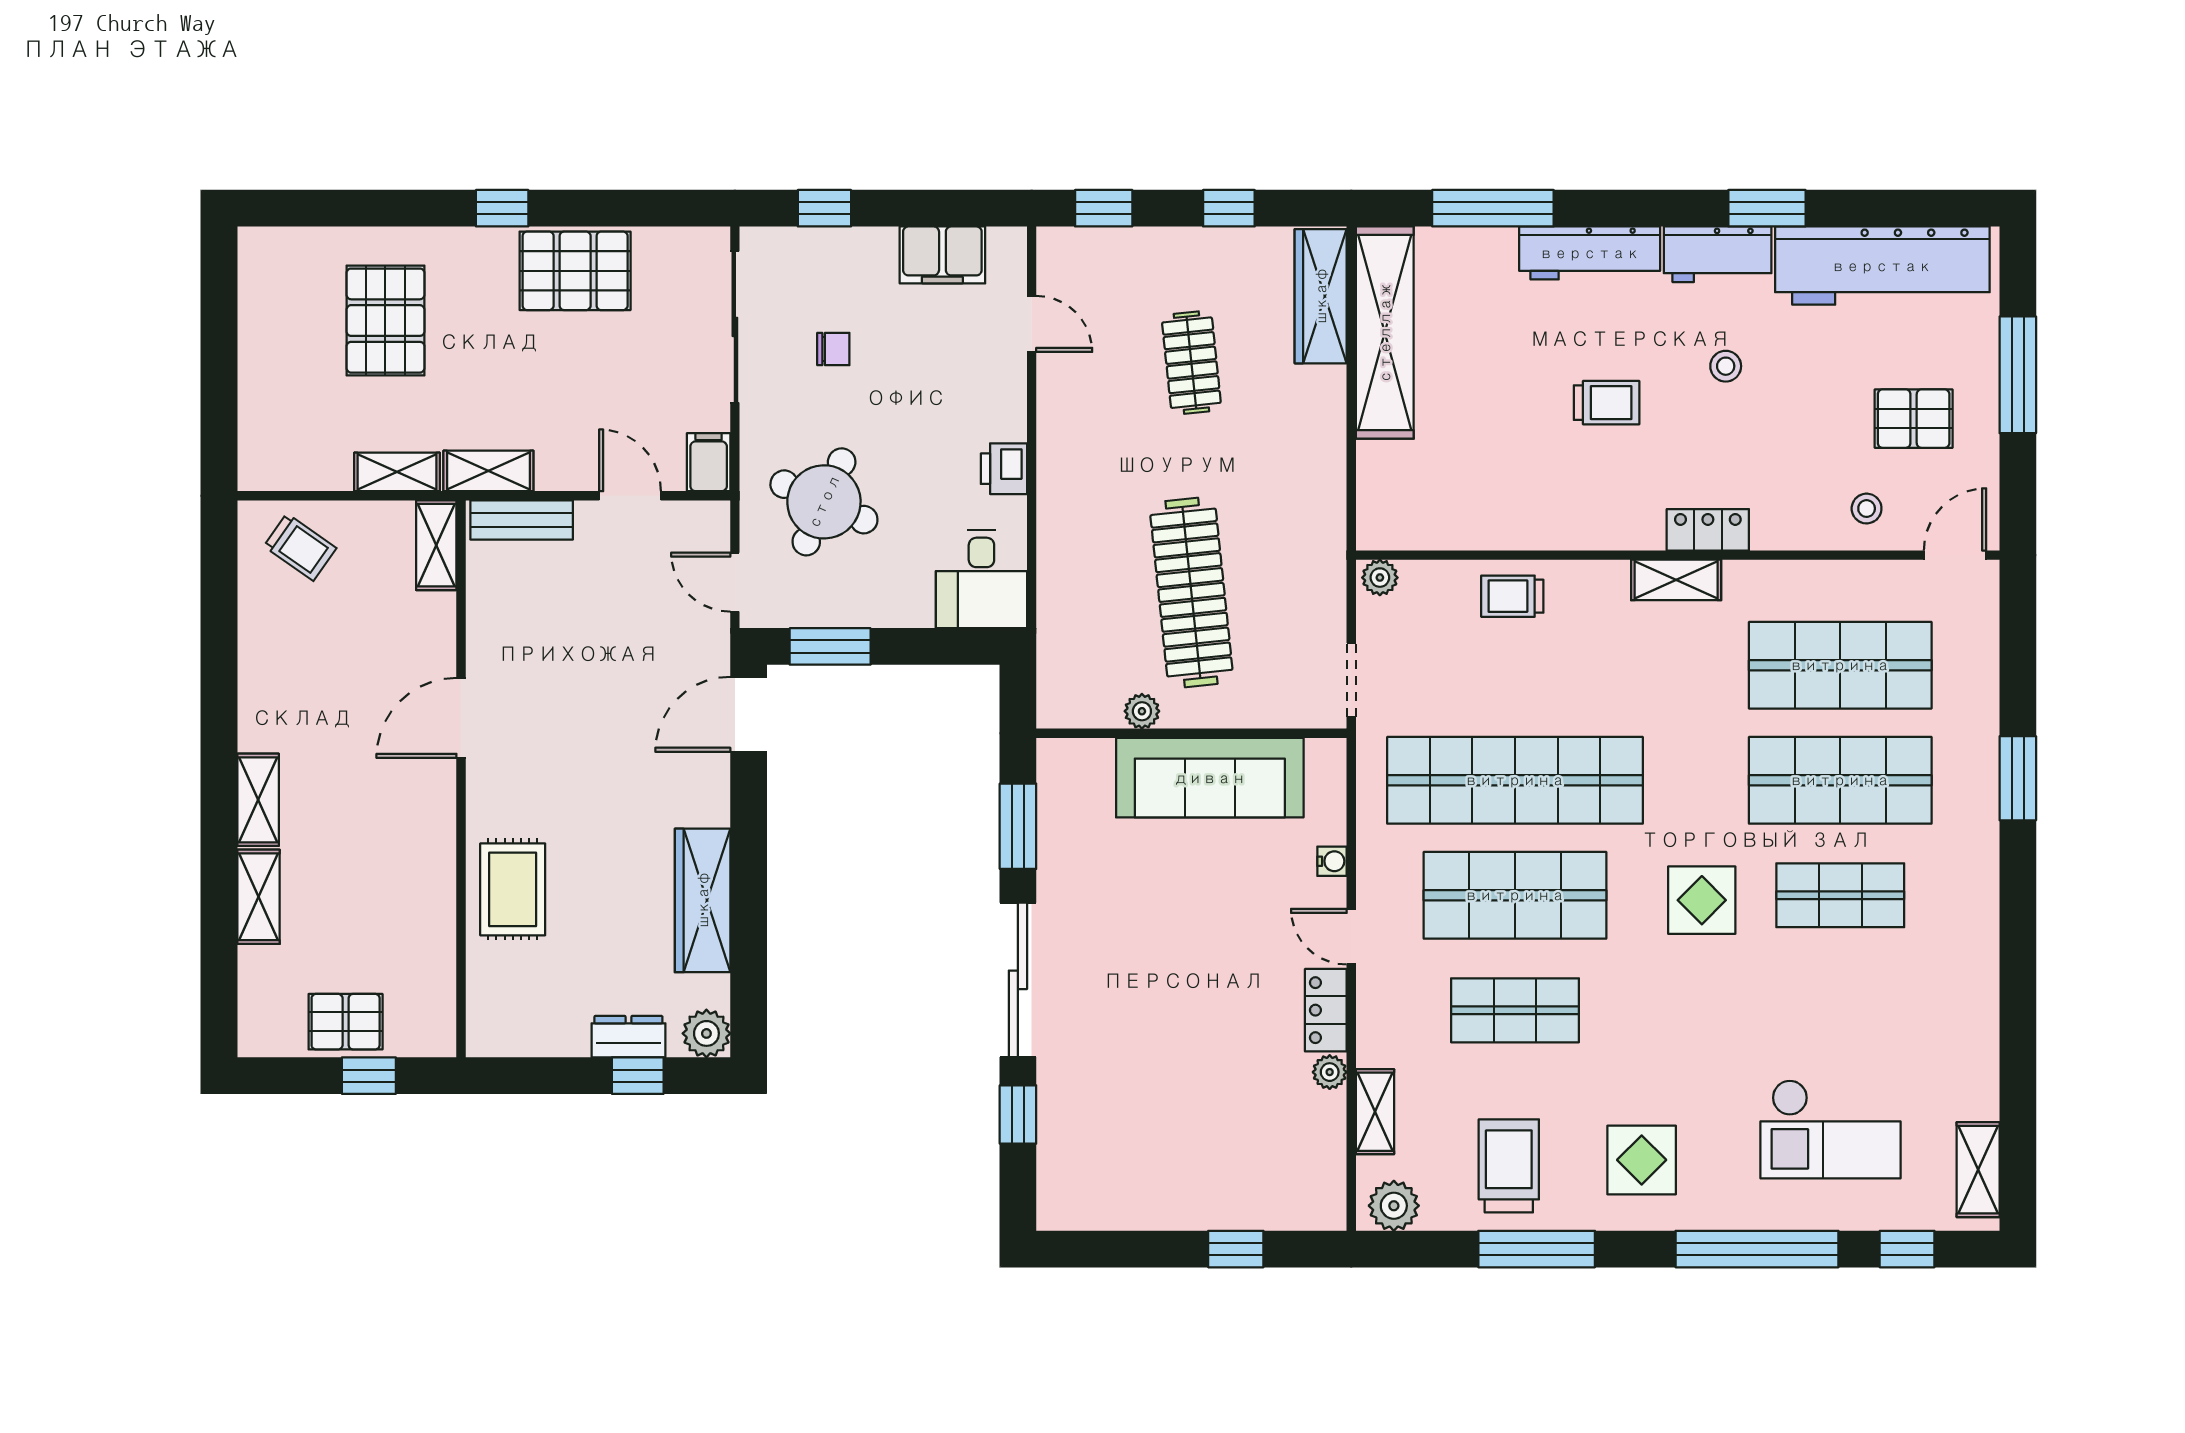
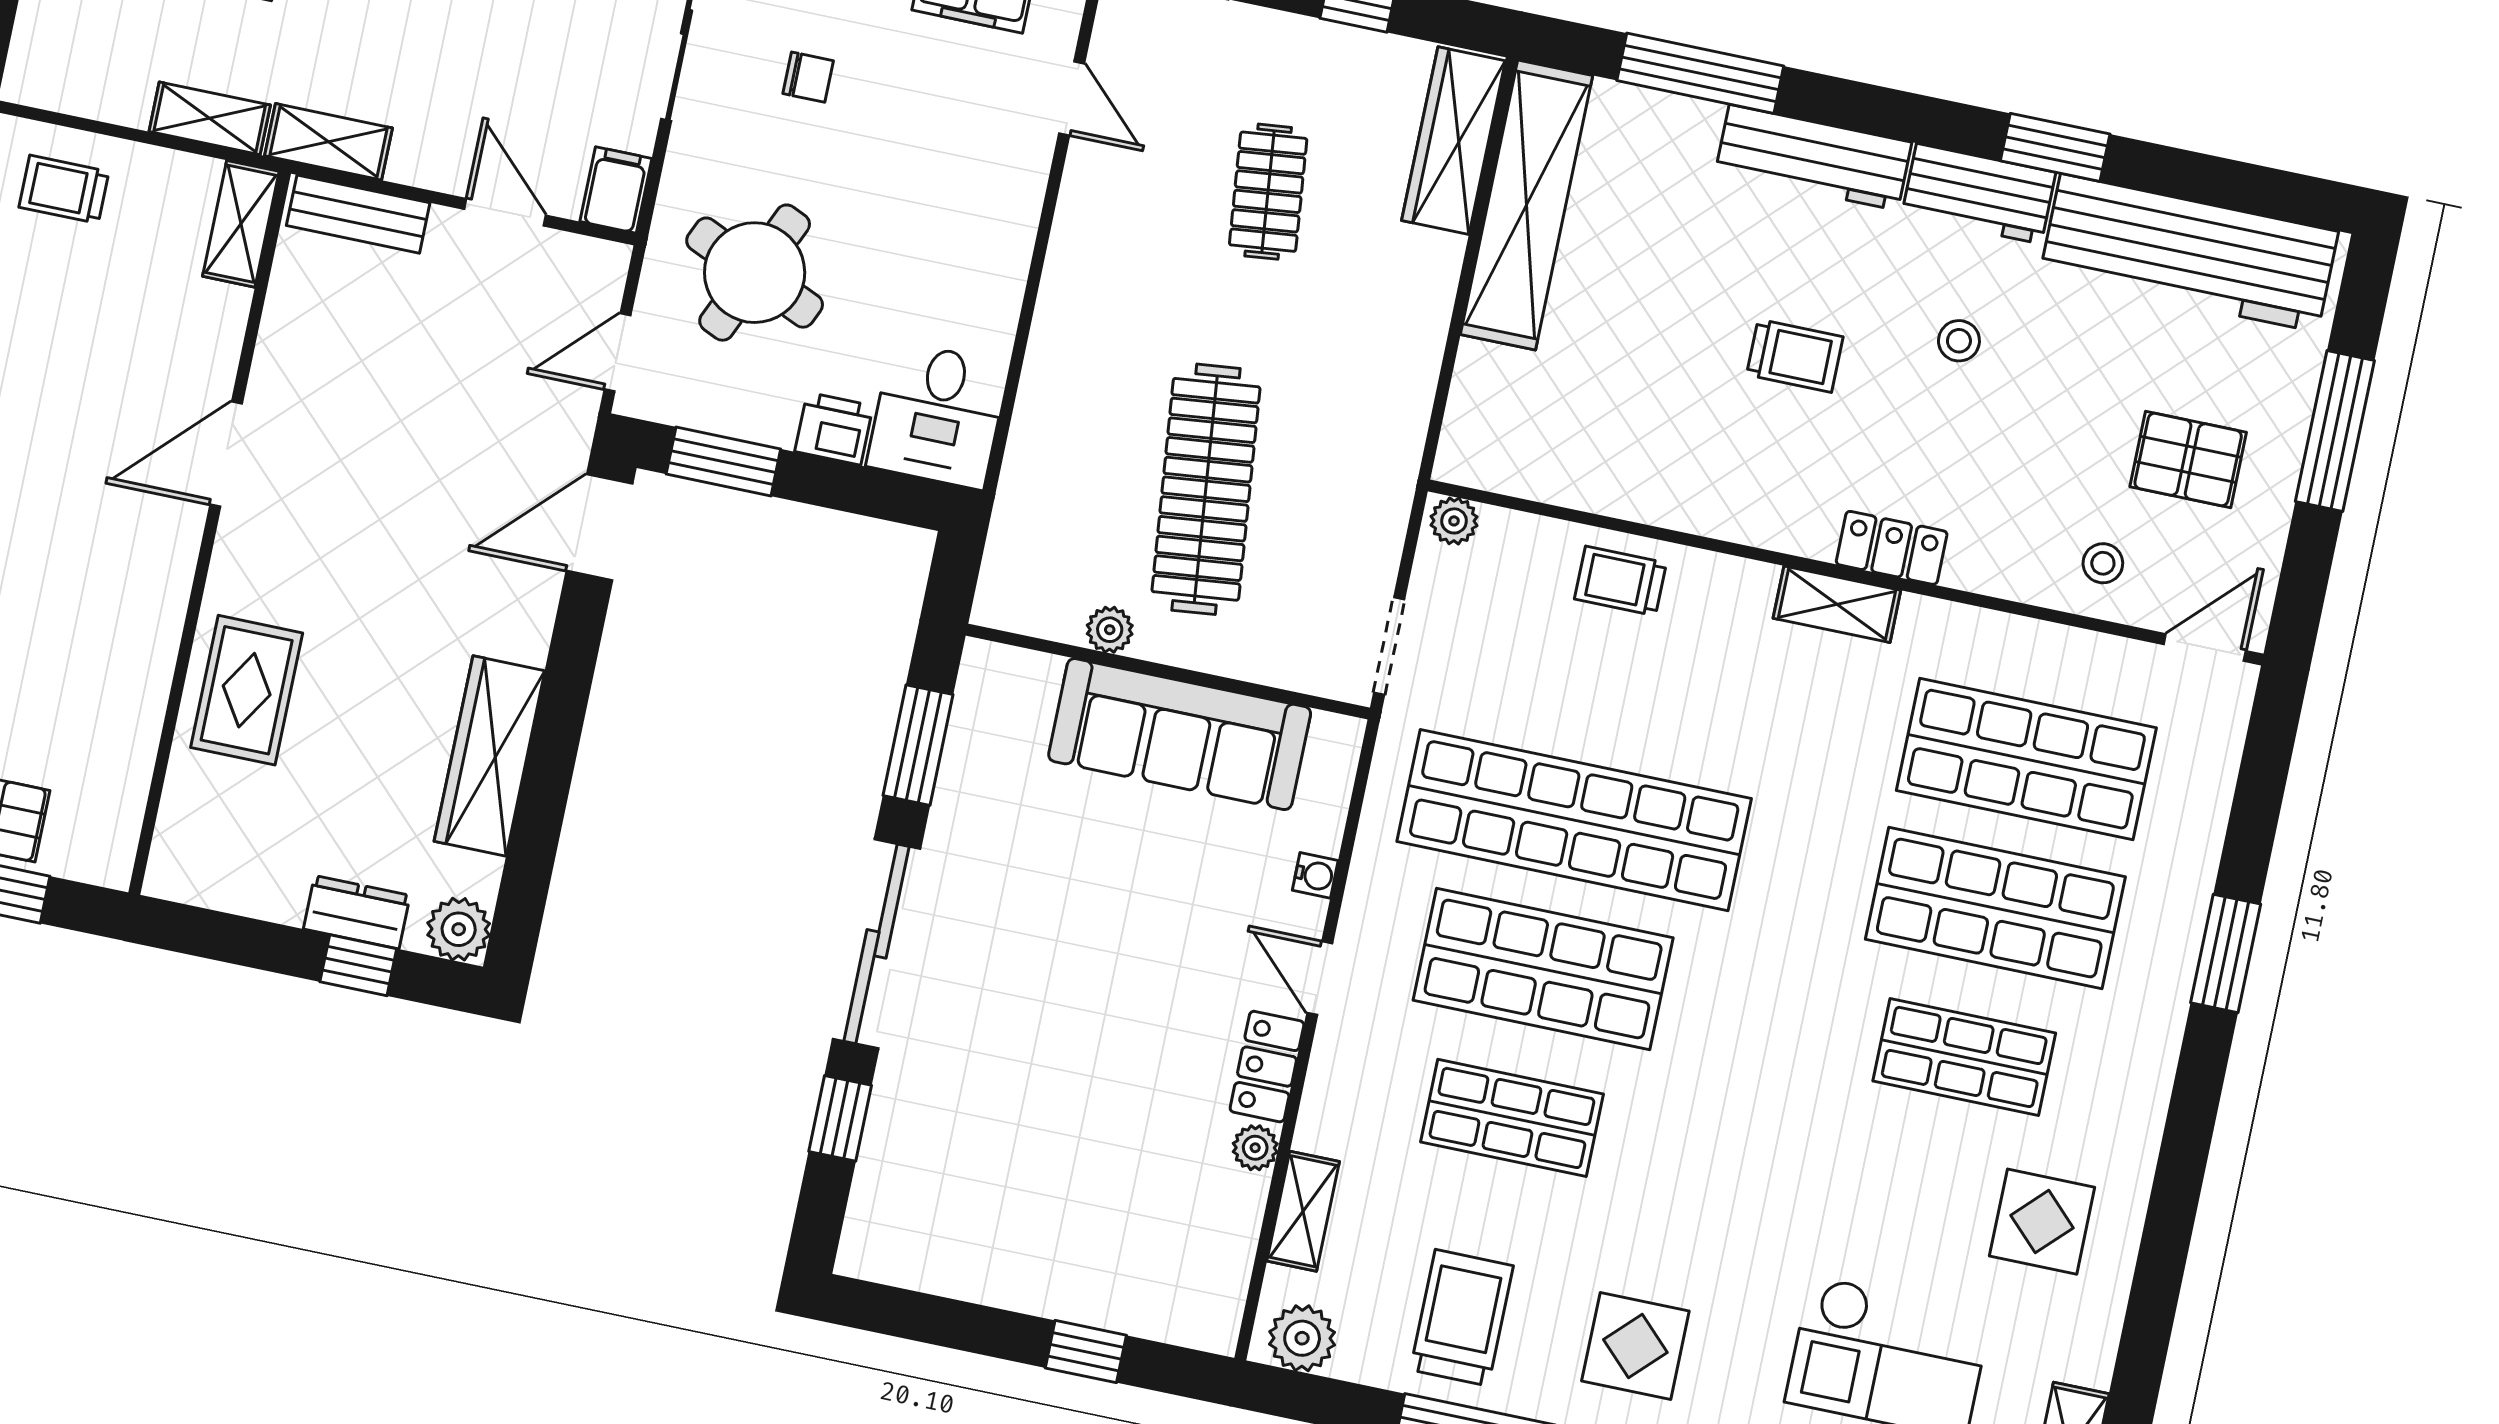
printer: (1004, 469) -> (834, 429), moved, turned 90
trolley: (300, 547) -> (64, 189), turned 145
door: (735, 582) -> (618, 352), hinge flipped
display table: (1702, 900) -> (2042, 1222), moved

